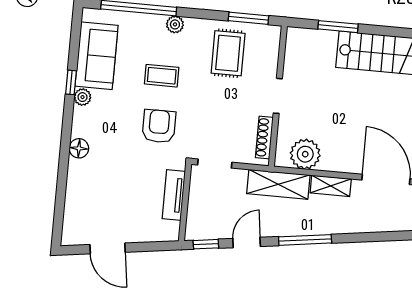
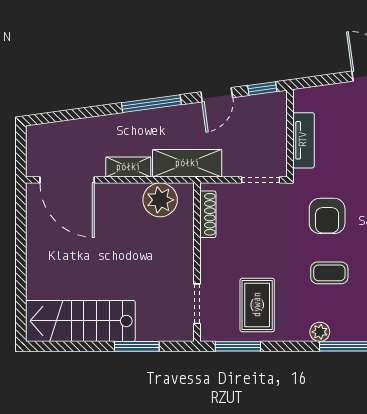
doorway: (278, 96) -> (197, 304), moved

